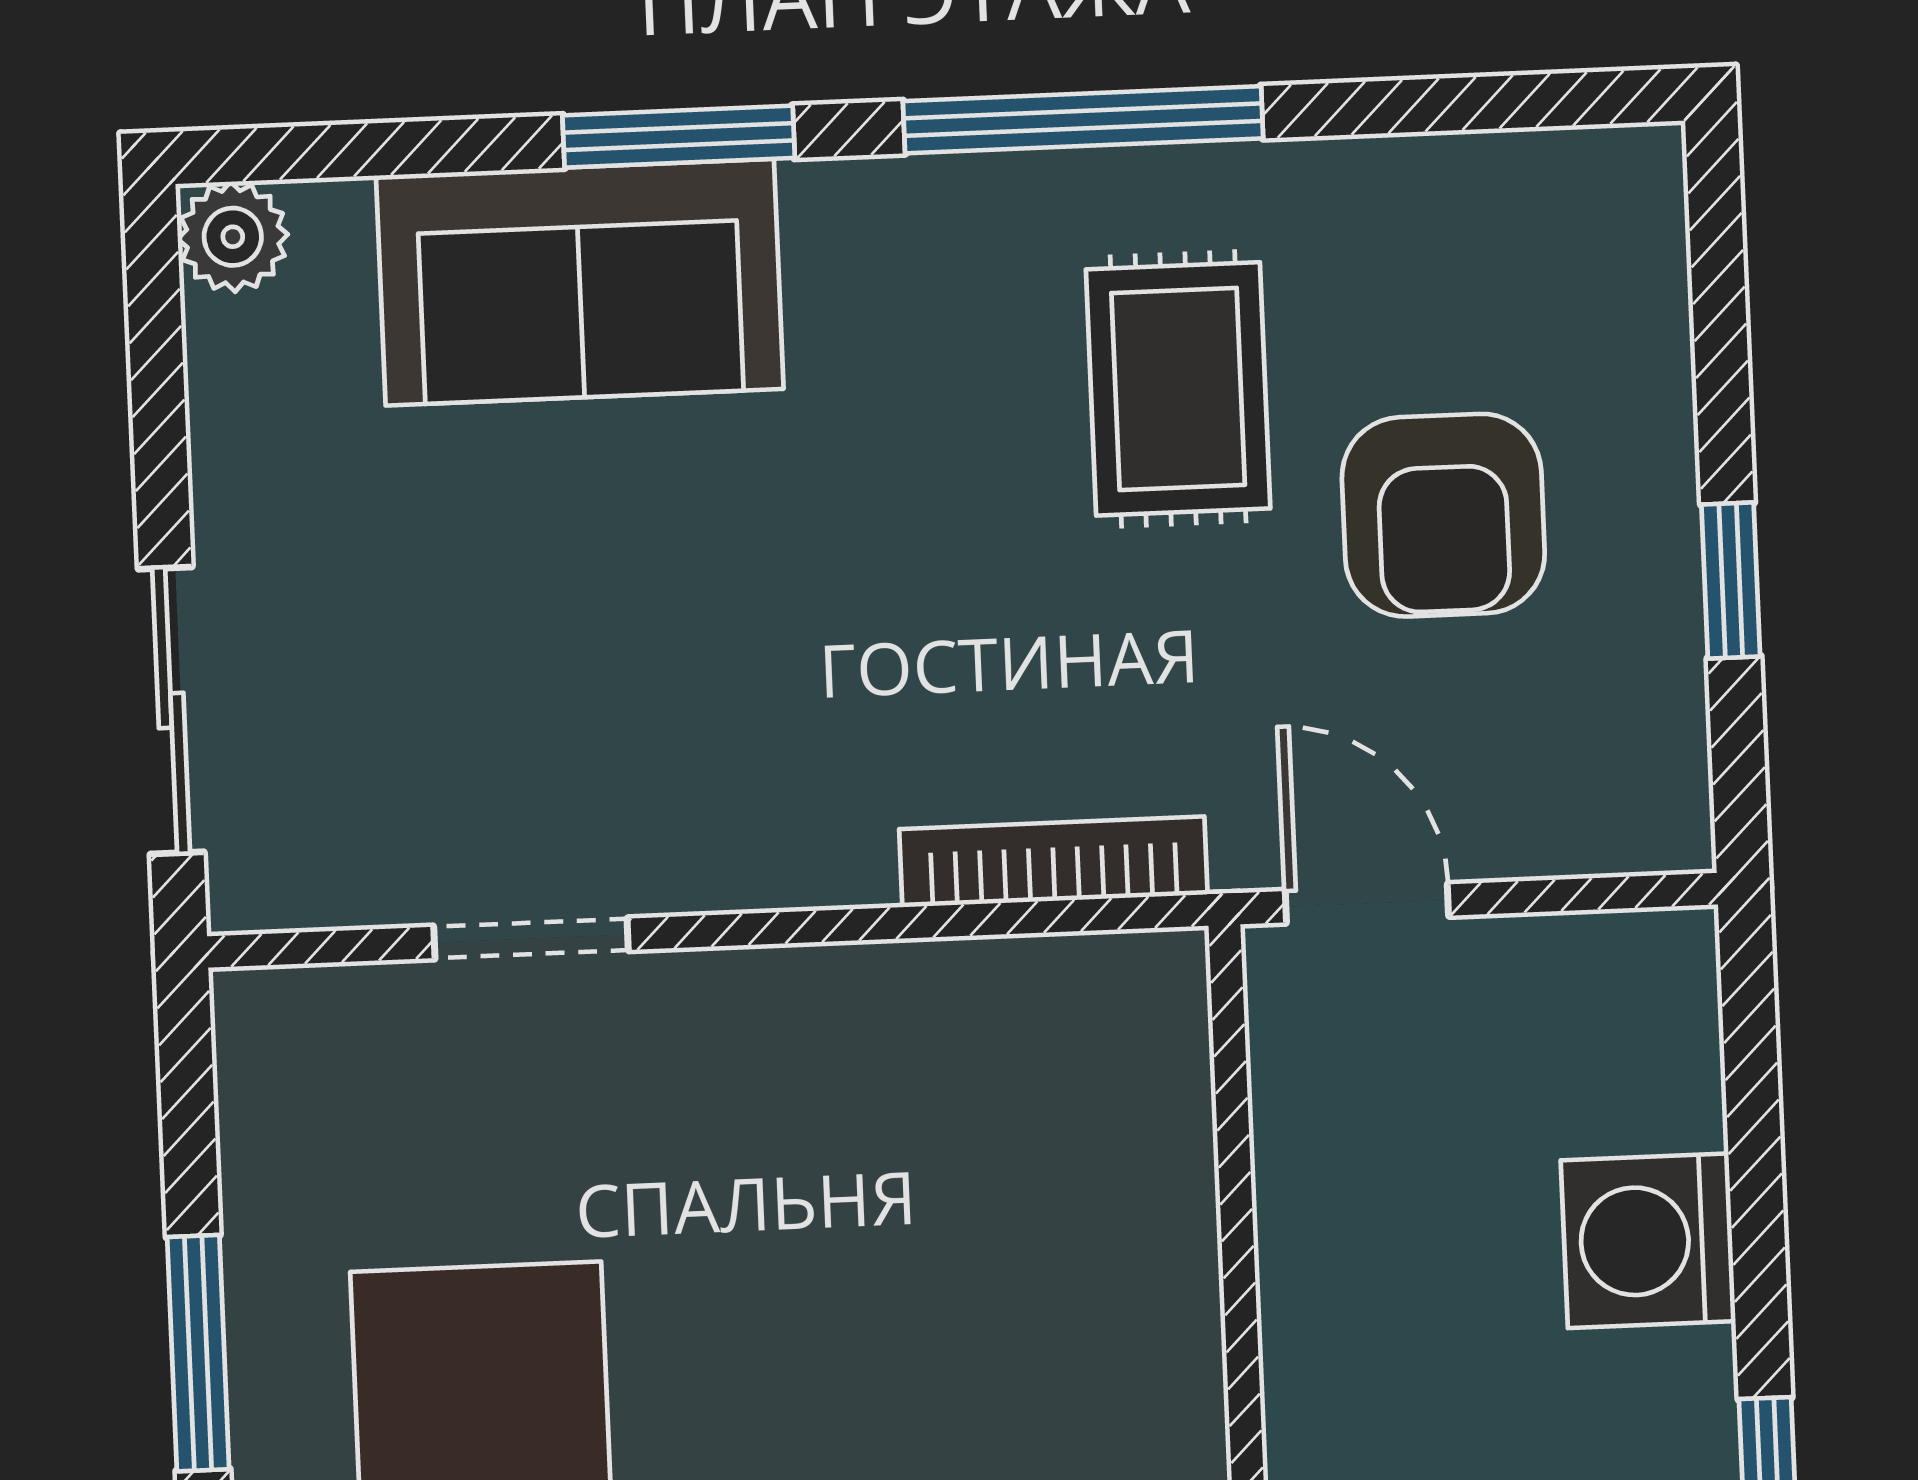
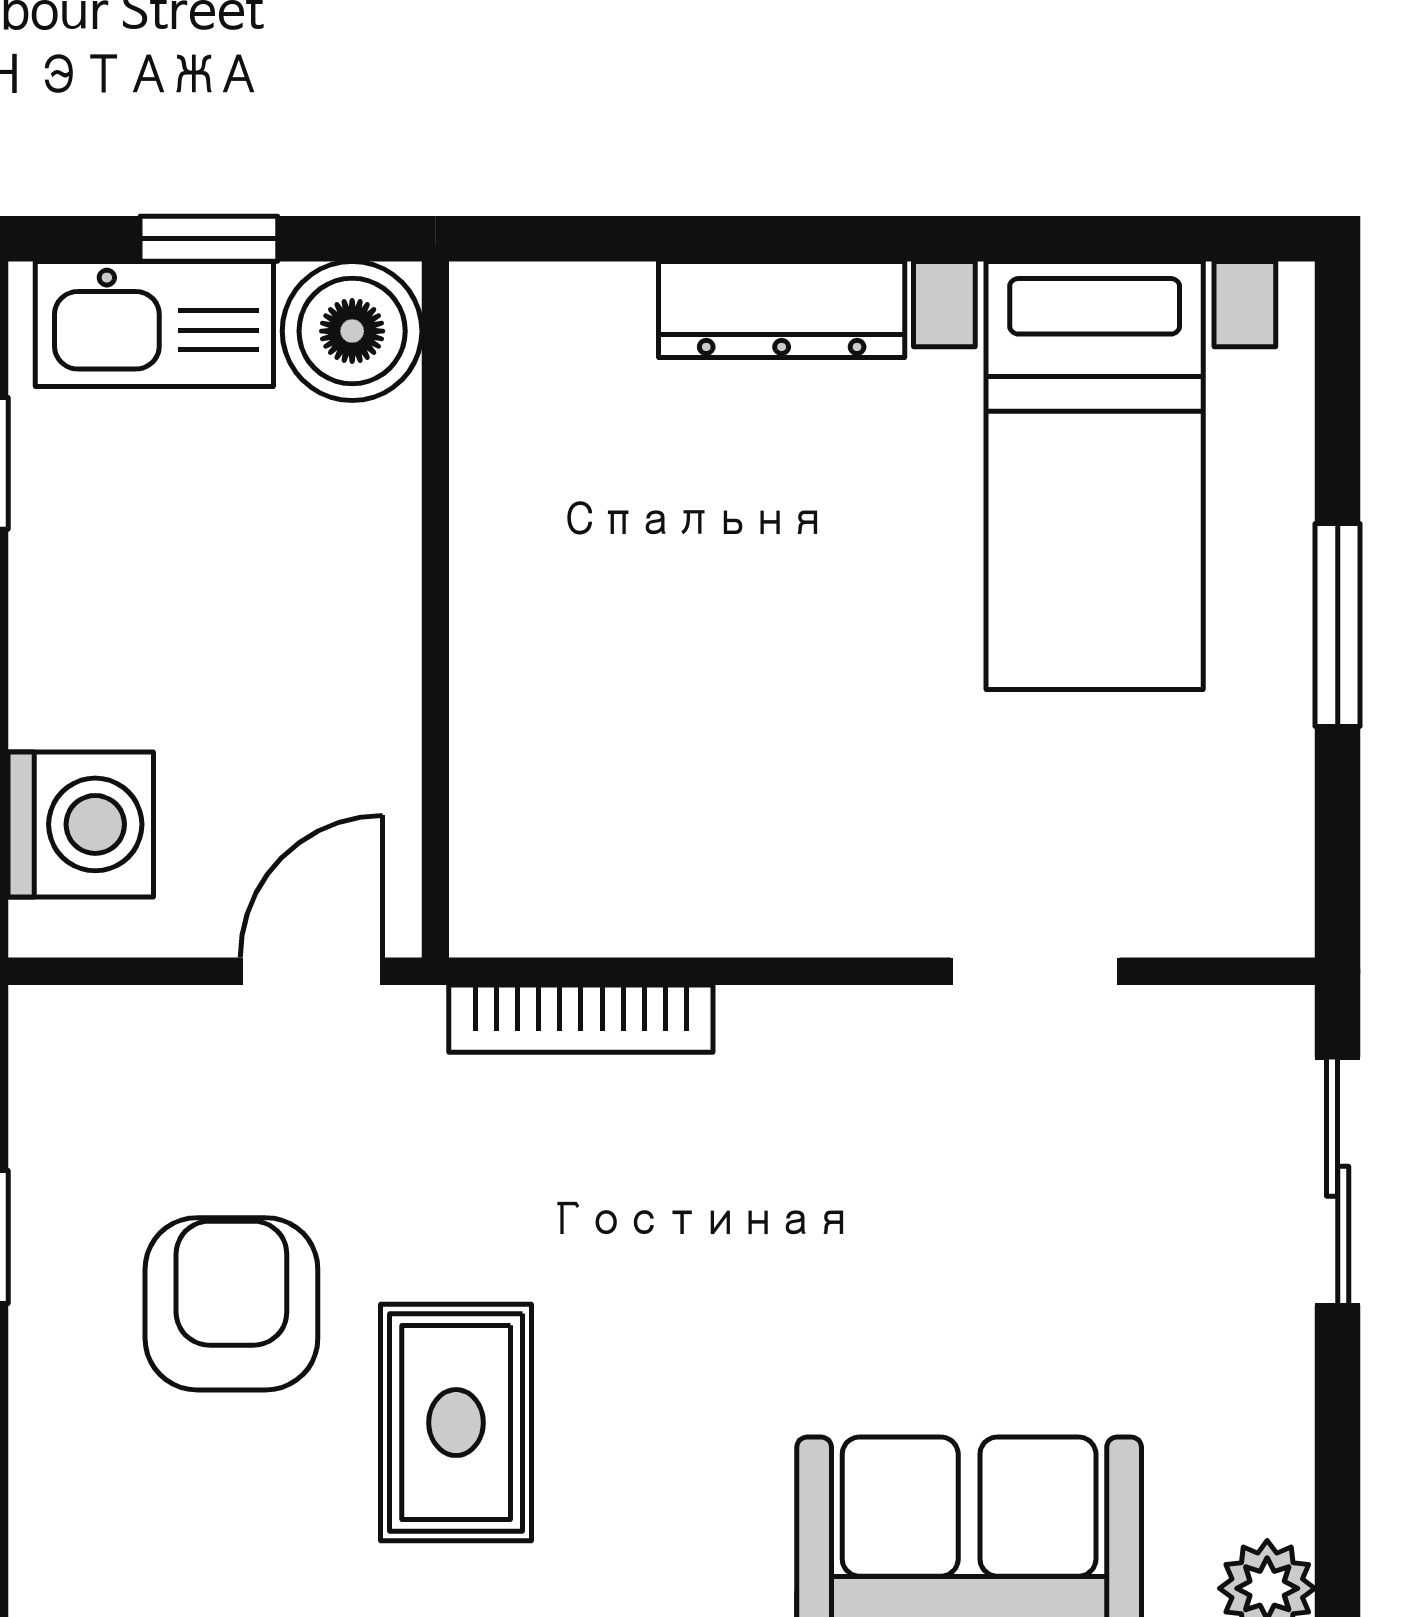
door: (1367, 903) -> (312, 971), swing flipped
washing machine: (1648, 1241) -> (81, 824), moved

